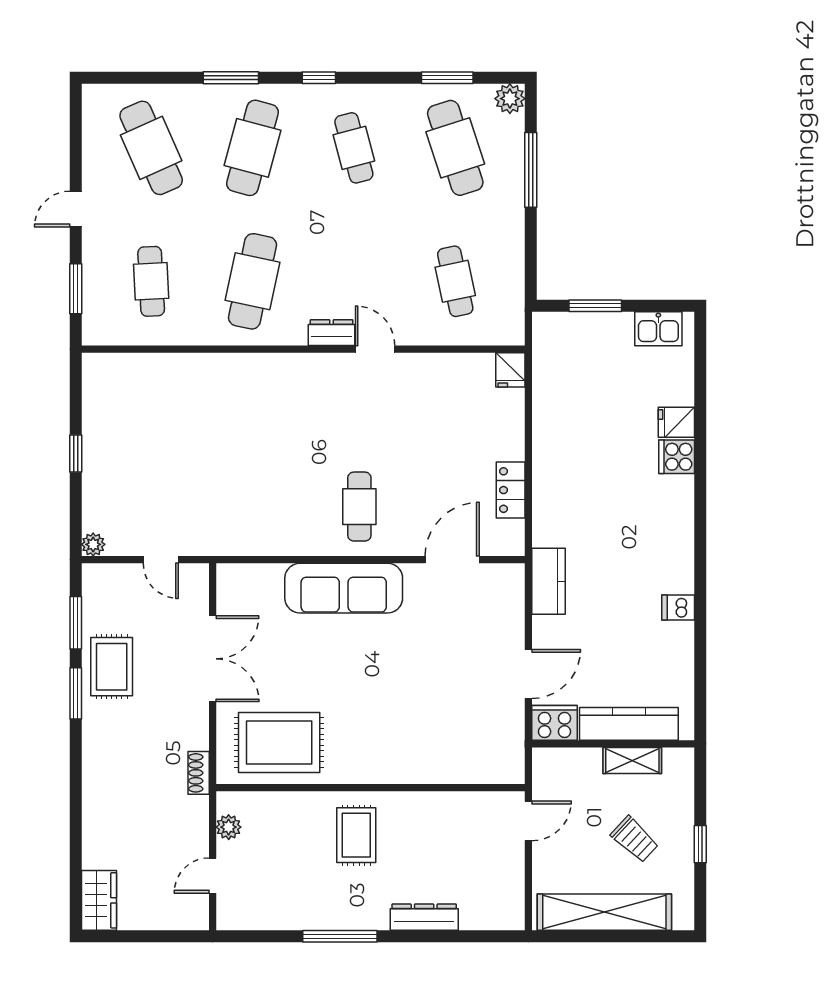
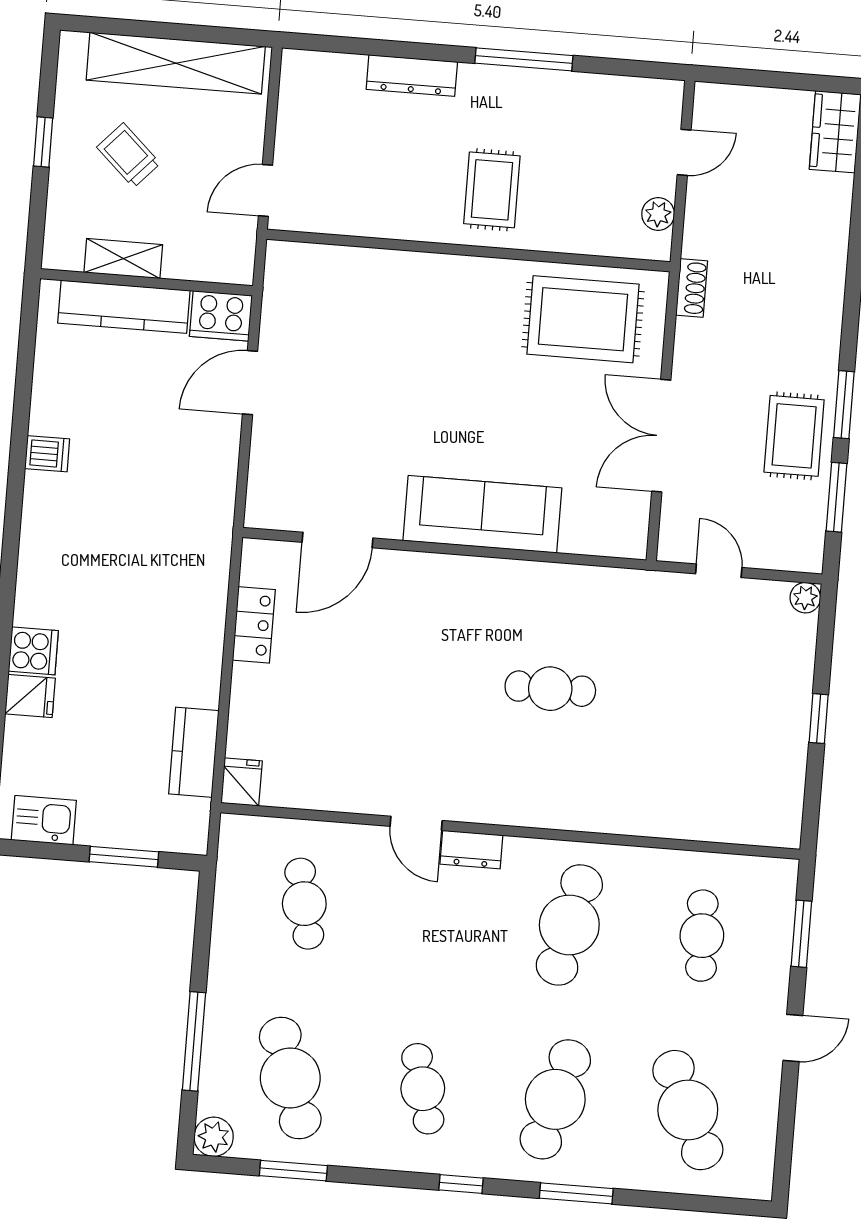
cafe table: (359, 507) -> (550, 689), moved, turned 90
kitchen counter: (548, 581) -> (194, 752), moved

